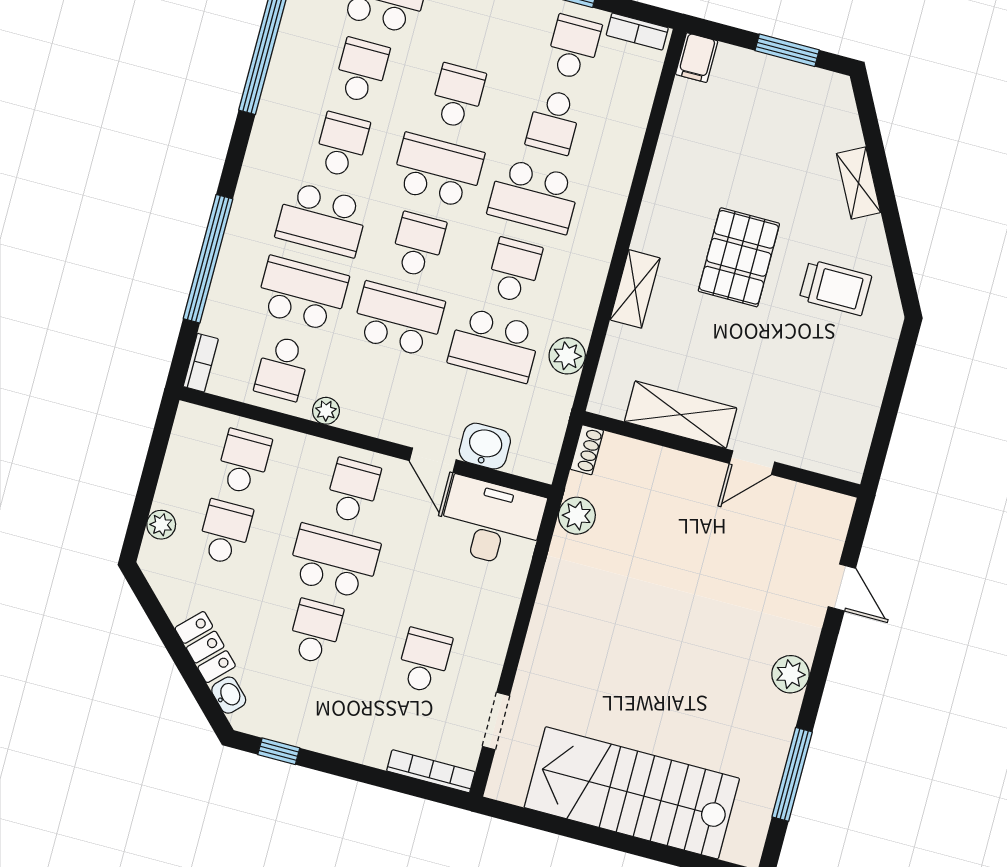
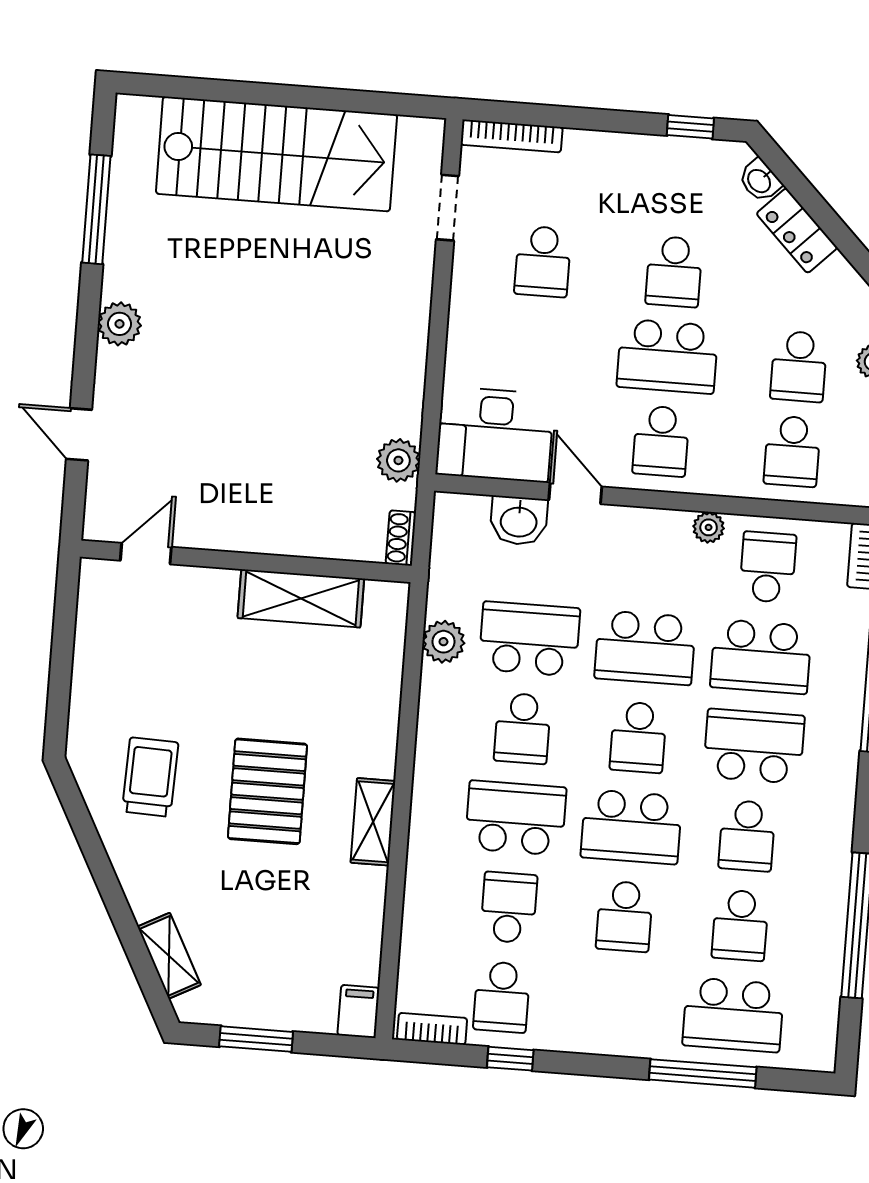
shelving: (859, 183) -> (169, 956), moved
trolley: (835, 288) -> (150, 777), turned 92
shelving: (635, 289) -> (373, 822), moved
door: (752, 463) -> (146, 554), moved

